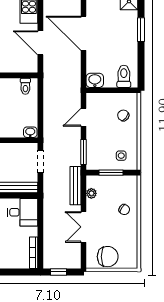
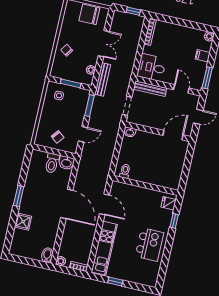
toilet: (124, 76) -> (52, 163), moved
chair: (123, 115) -> (58, 137), moved

